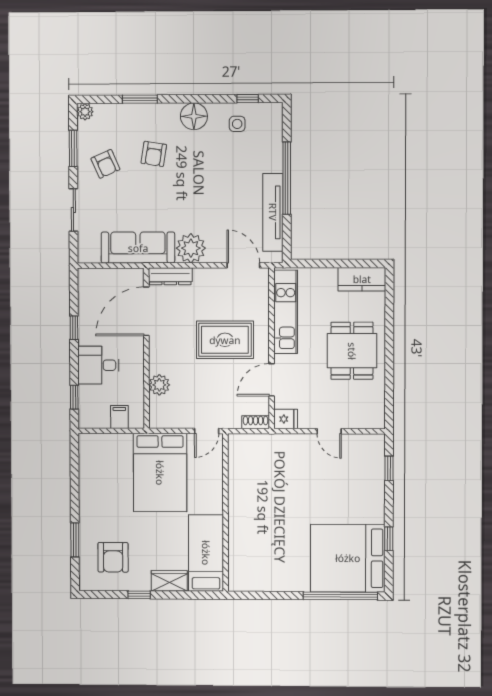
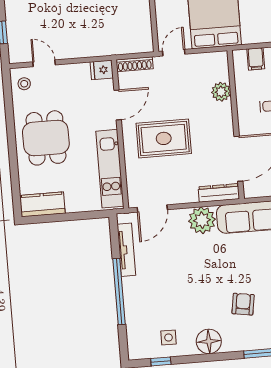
tv unit: (273, 212) -> (126, 250), width x0.73, depth x0.78
door: (243, 265) -> (152, 208), hinge flipped
stool: (371, 411) -> (24, 84), added
shoe rack: (256, 422) -> (135, 64), width x1.43
door: (329, 431) -> (44, 63), moved

